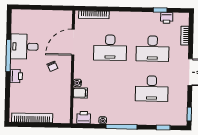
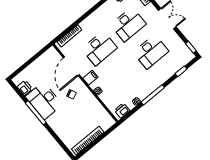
desk: (24, 47) -> (44, 101), width x1.37
printer: (16, 76) -> (25, 88), moved
filing cabinet: (80, 93) -> (90, 78), moved

